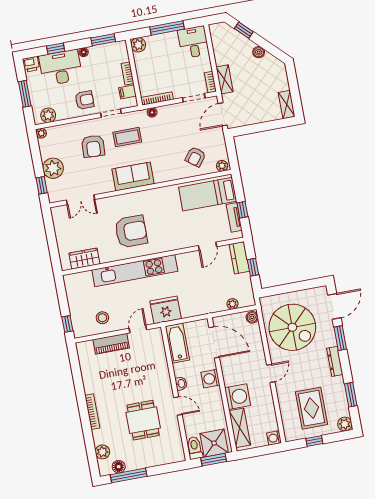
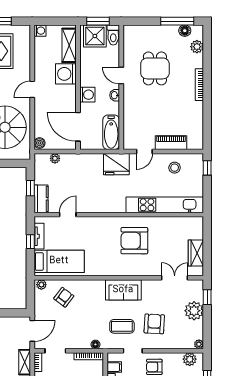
wardrobe: (84, 259) -> (196, 253), moved, turned 90
kitchen unit: (135, 271) -> (165, 205), moved

